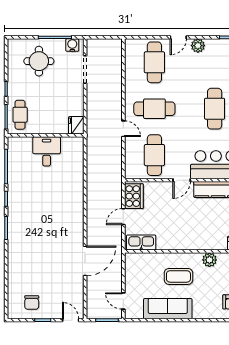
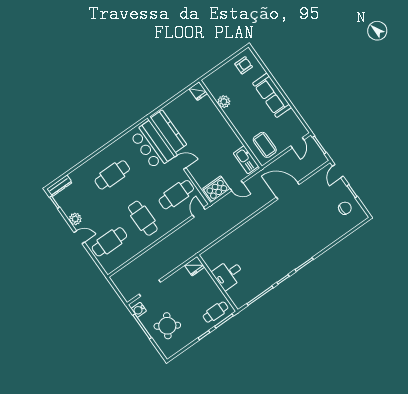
round table: (39, 61) -> (167, 326), turned 32
door: (123, 129) -> (199, 212), moved
coffee table: (178, 276) -> (265, 145), moved
sofa: (168, 309) -> (272, 95), moved

